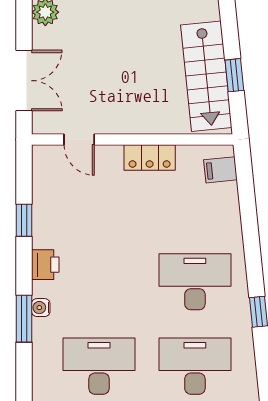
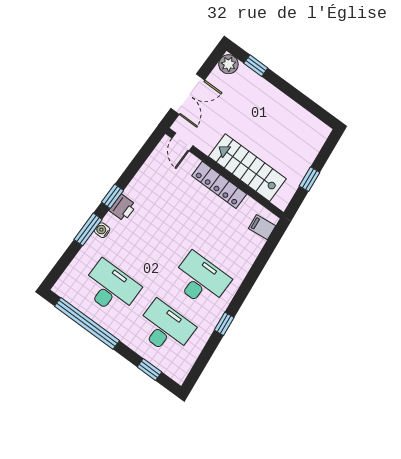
stairs: (206, 76) -> (247, 168), moved, turned 96
door: (79, 140) -> (182, 142), moved
locker: (150, 158) -> (219, 185), width x1.53
window: (24, 220) -> (112, 196), moved

